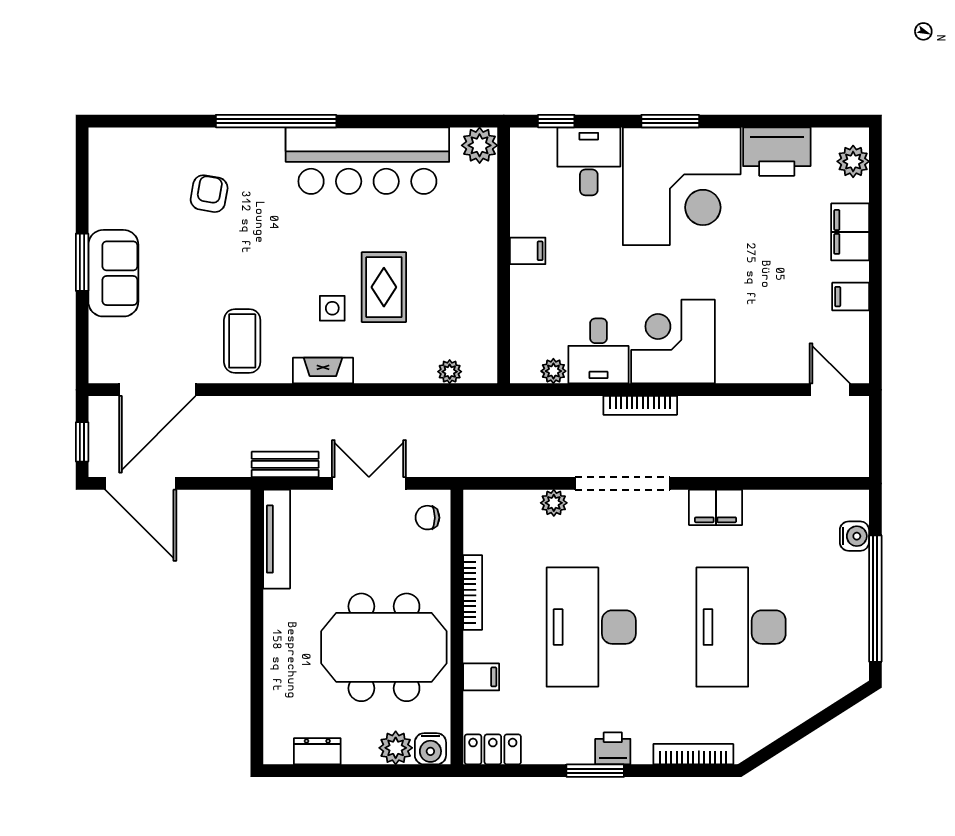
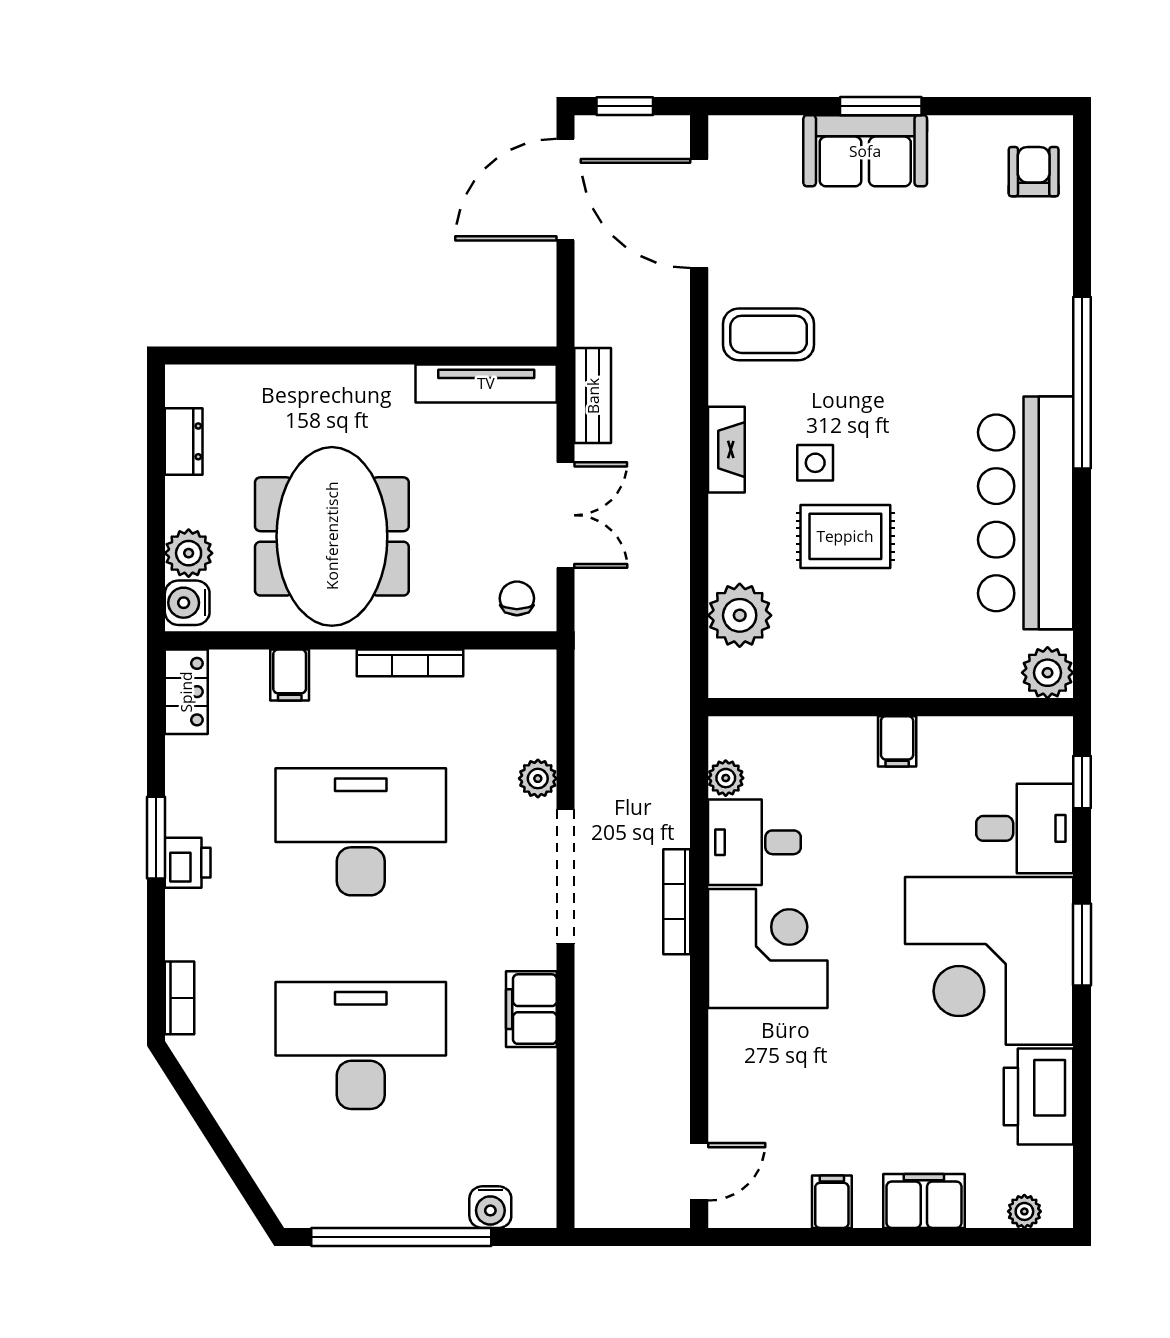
plant: (853, 161) -> (1024, 1211), width x0.73, depth x0.73
armchair: (209, 194) -> (1034, 172), moved, turned -100
plant: (450, 372) -> (740, 615), width x1.87, depth x1.87
bookcase: (693, 754) -> (179, 998), width x0.64

